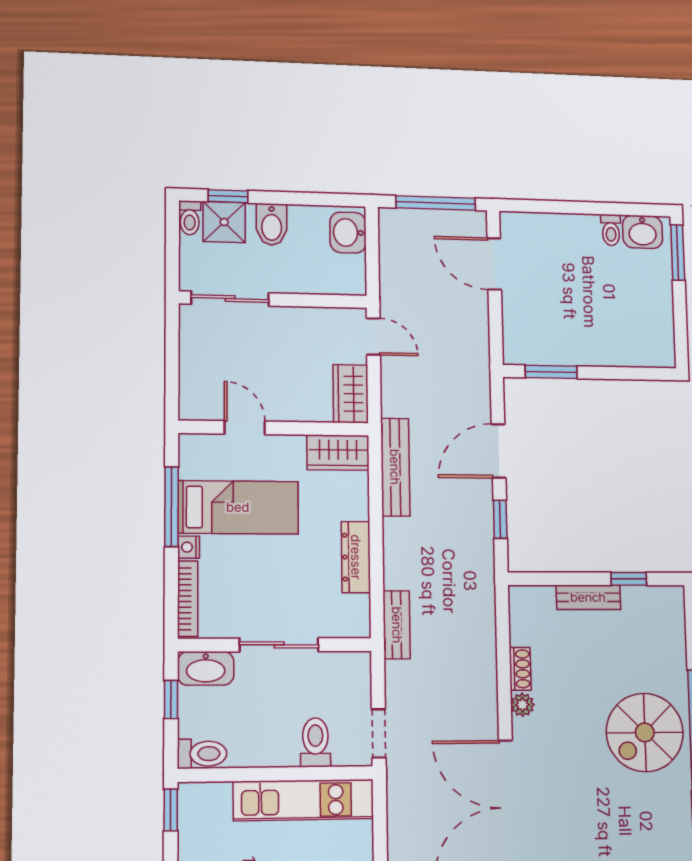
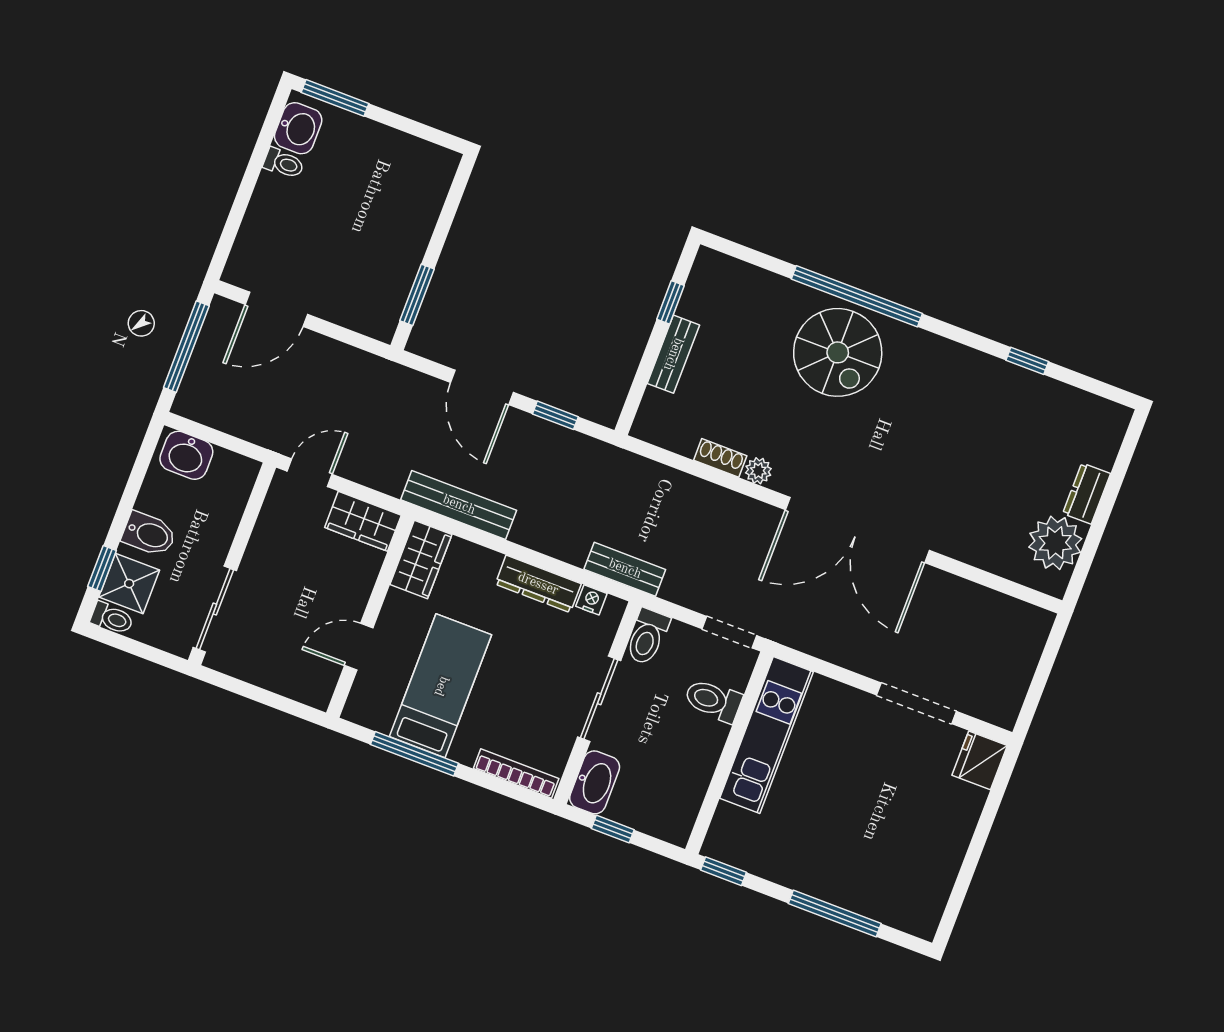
nightstand: (189, 547) -> (591, 600), moved, turned 180
toilet: (202, 754) -> (647, 637), moved, turned 180

